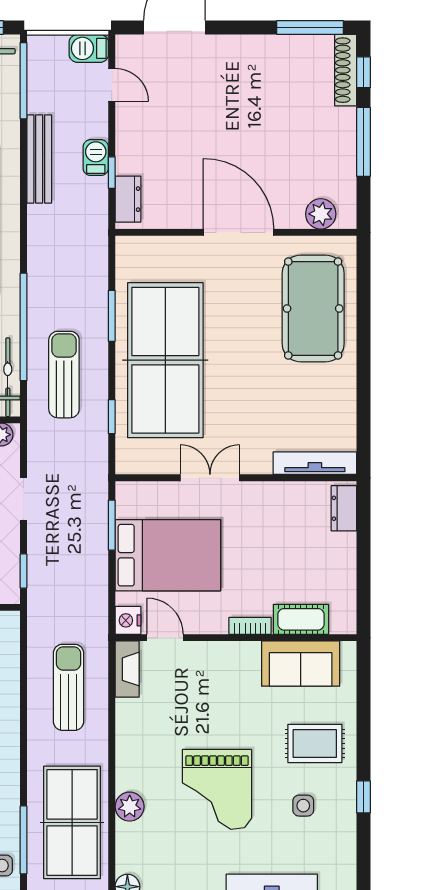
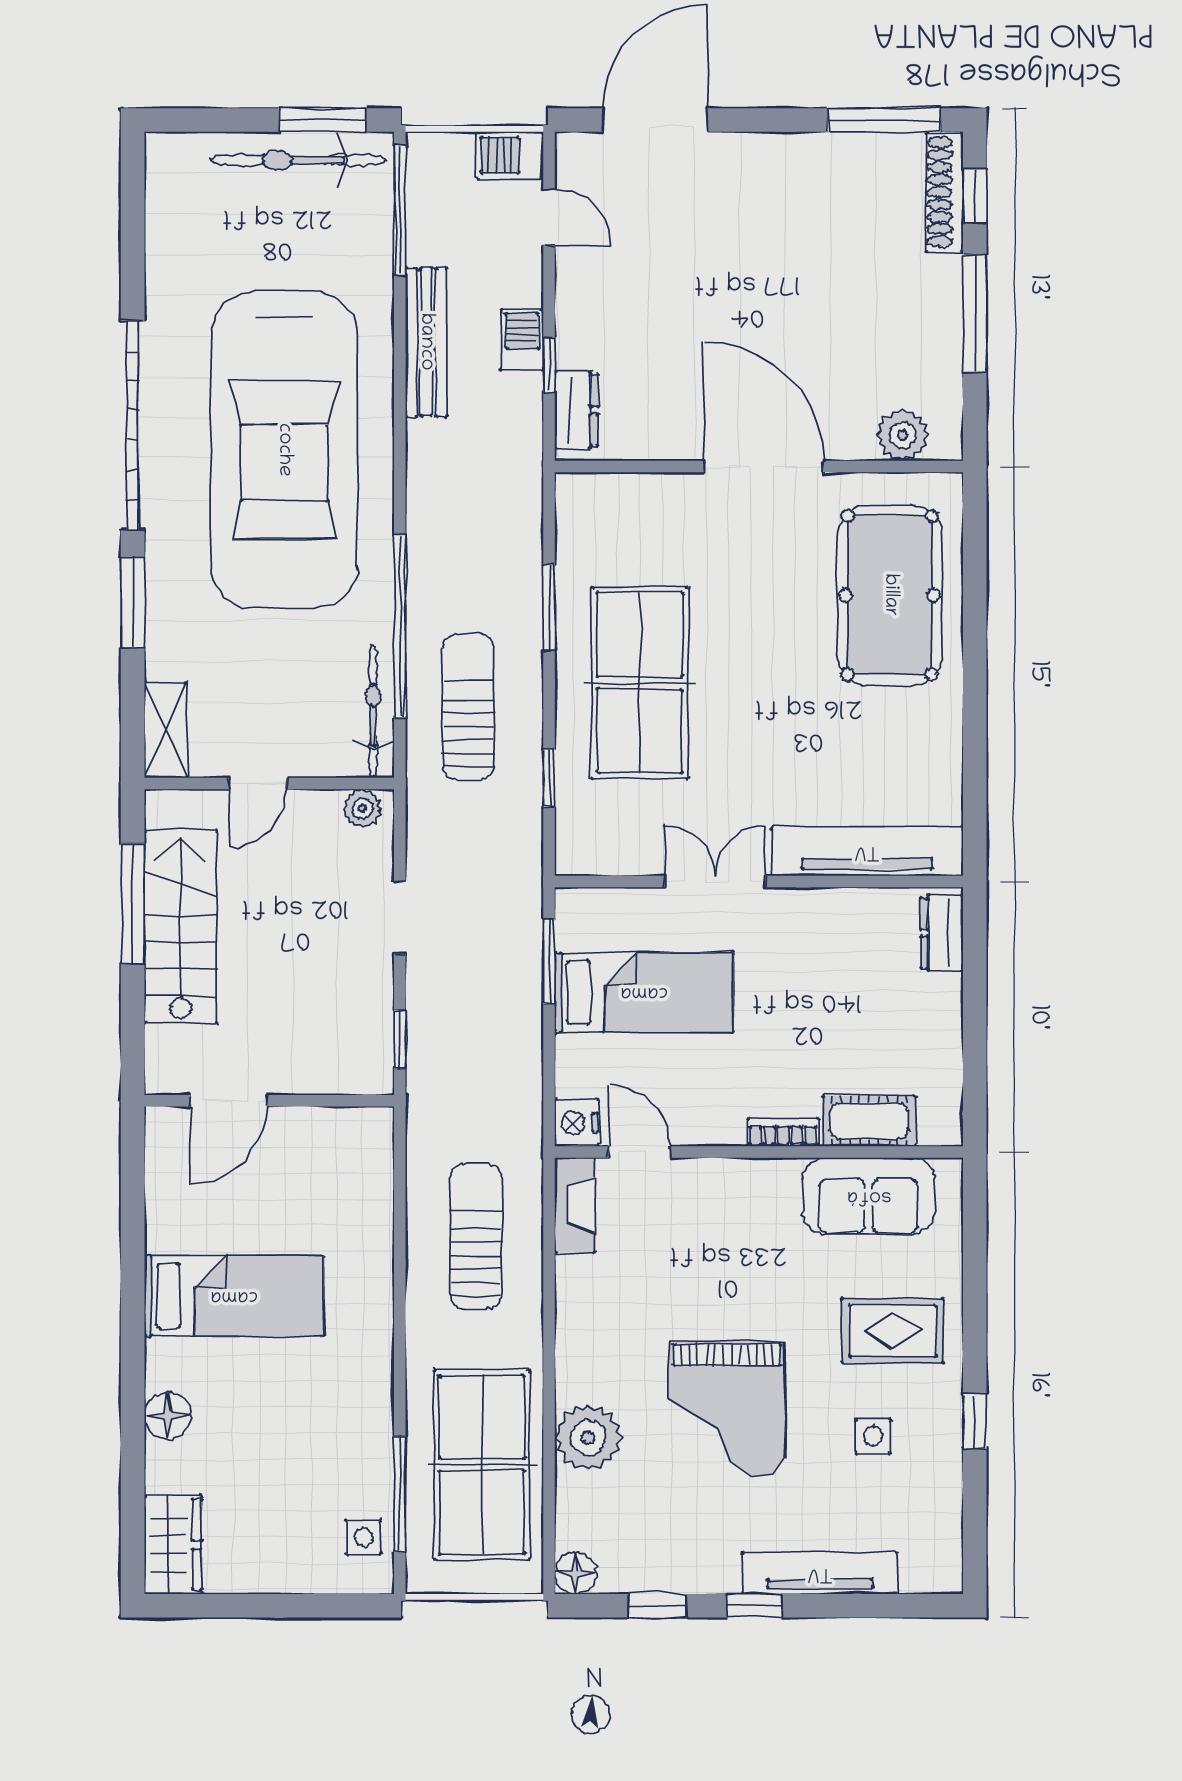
table tennis table: (165, 360) -> (640, 683), width x0.73, depth x0.76
tv unit: (315, 463) -> (867, 851), width x1.36, depth x1.29
bed: (168, 555) -> (644, 992), width x0.67
plant: (130, 807) -> (588, 1438), width x1.36, depth x1.36

